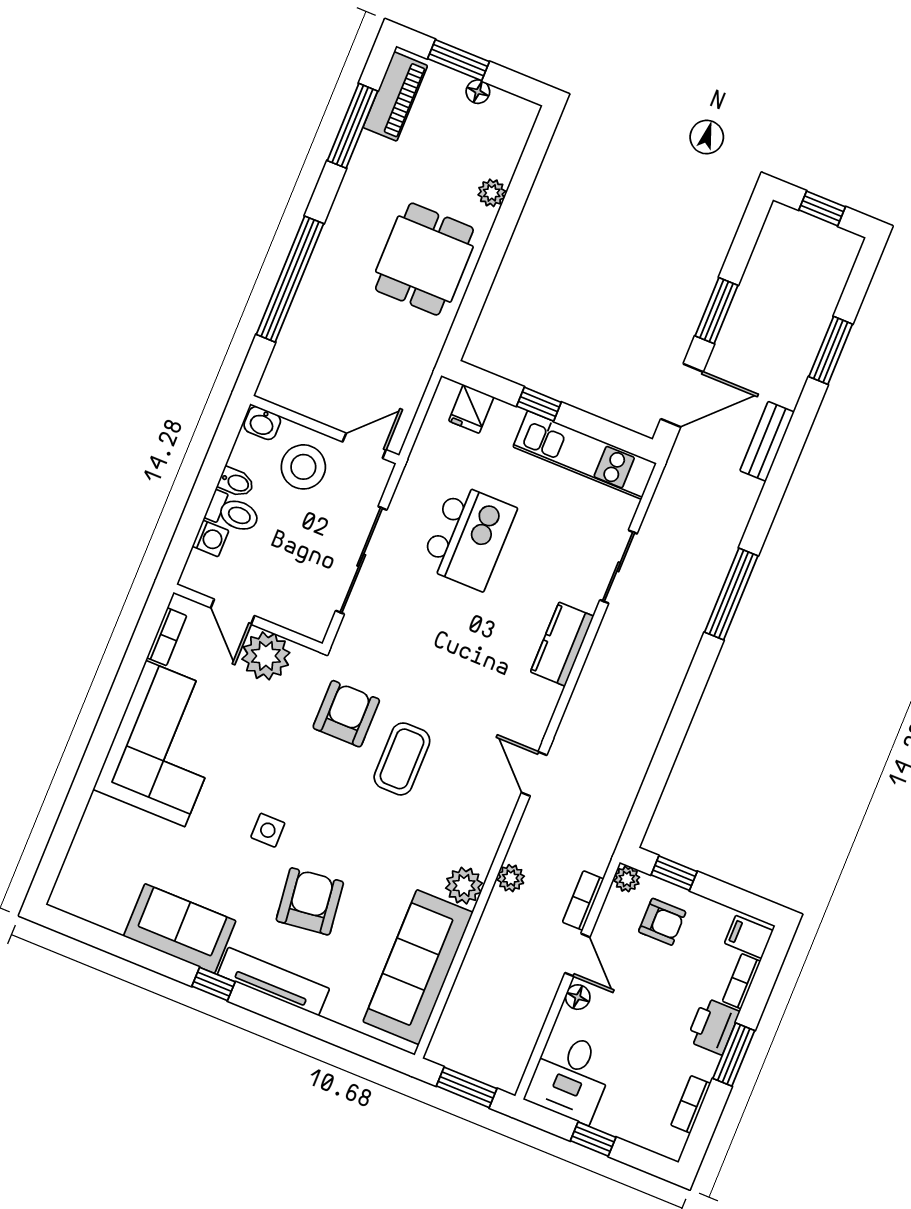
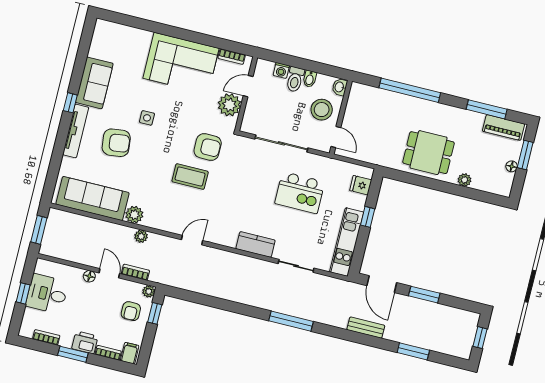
door: (577, 955) -> (109, 273), swing flipped
desk: (570, 1077) -> (47, 294), moved

